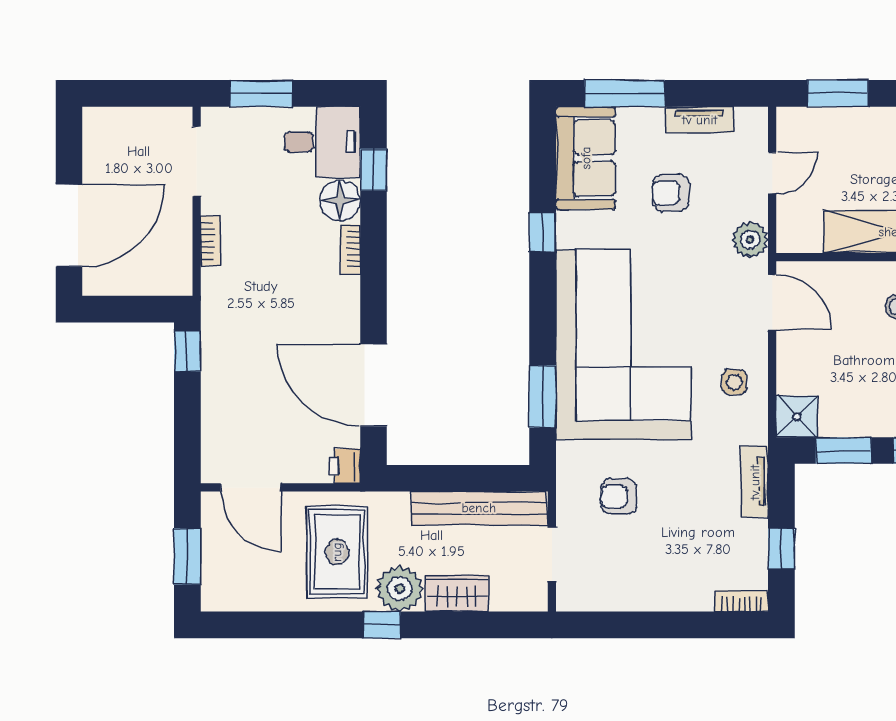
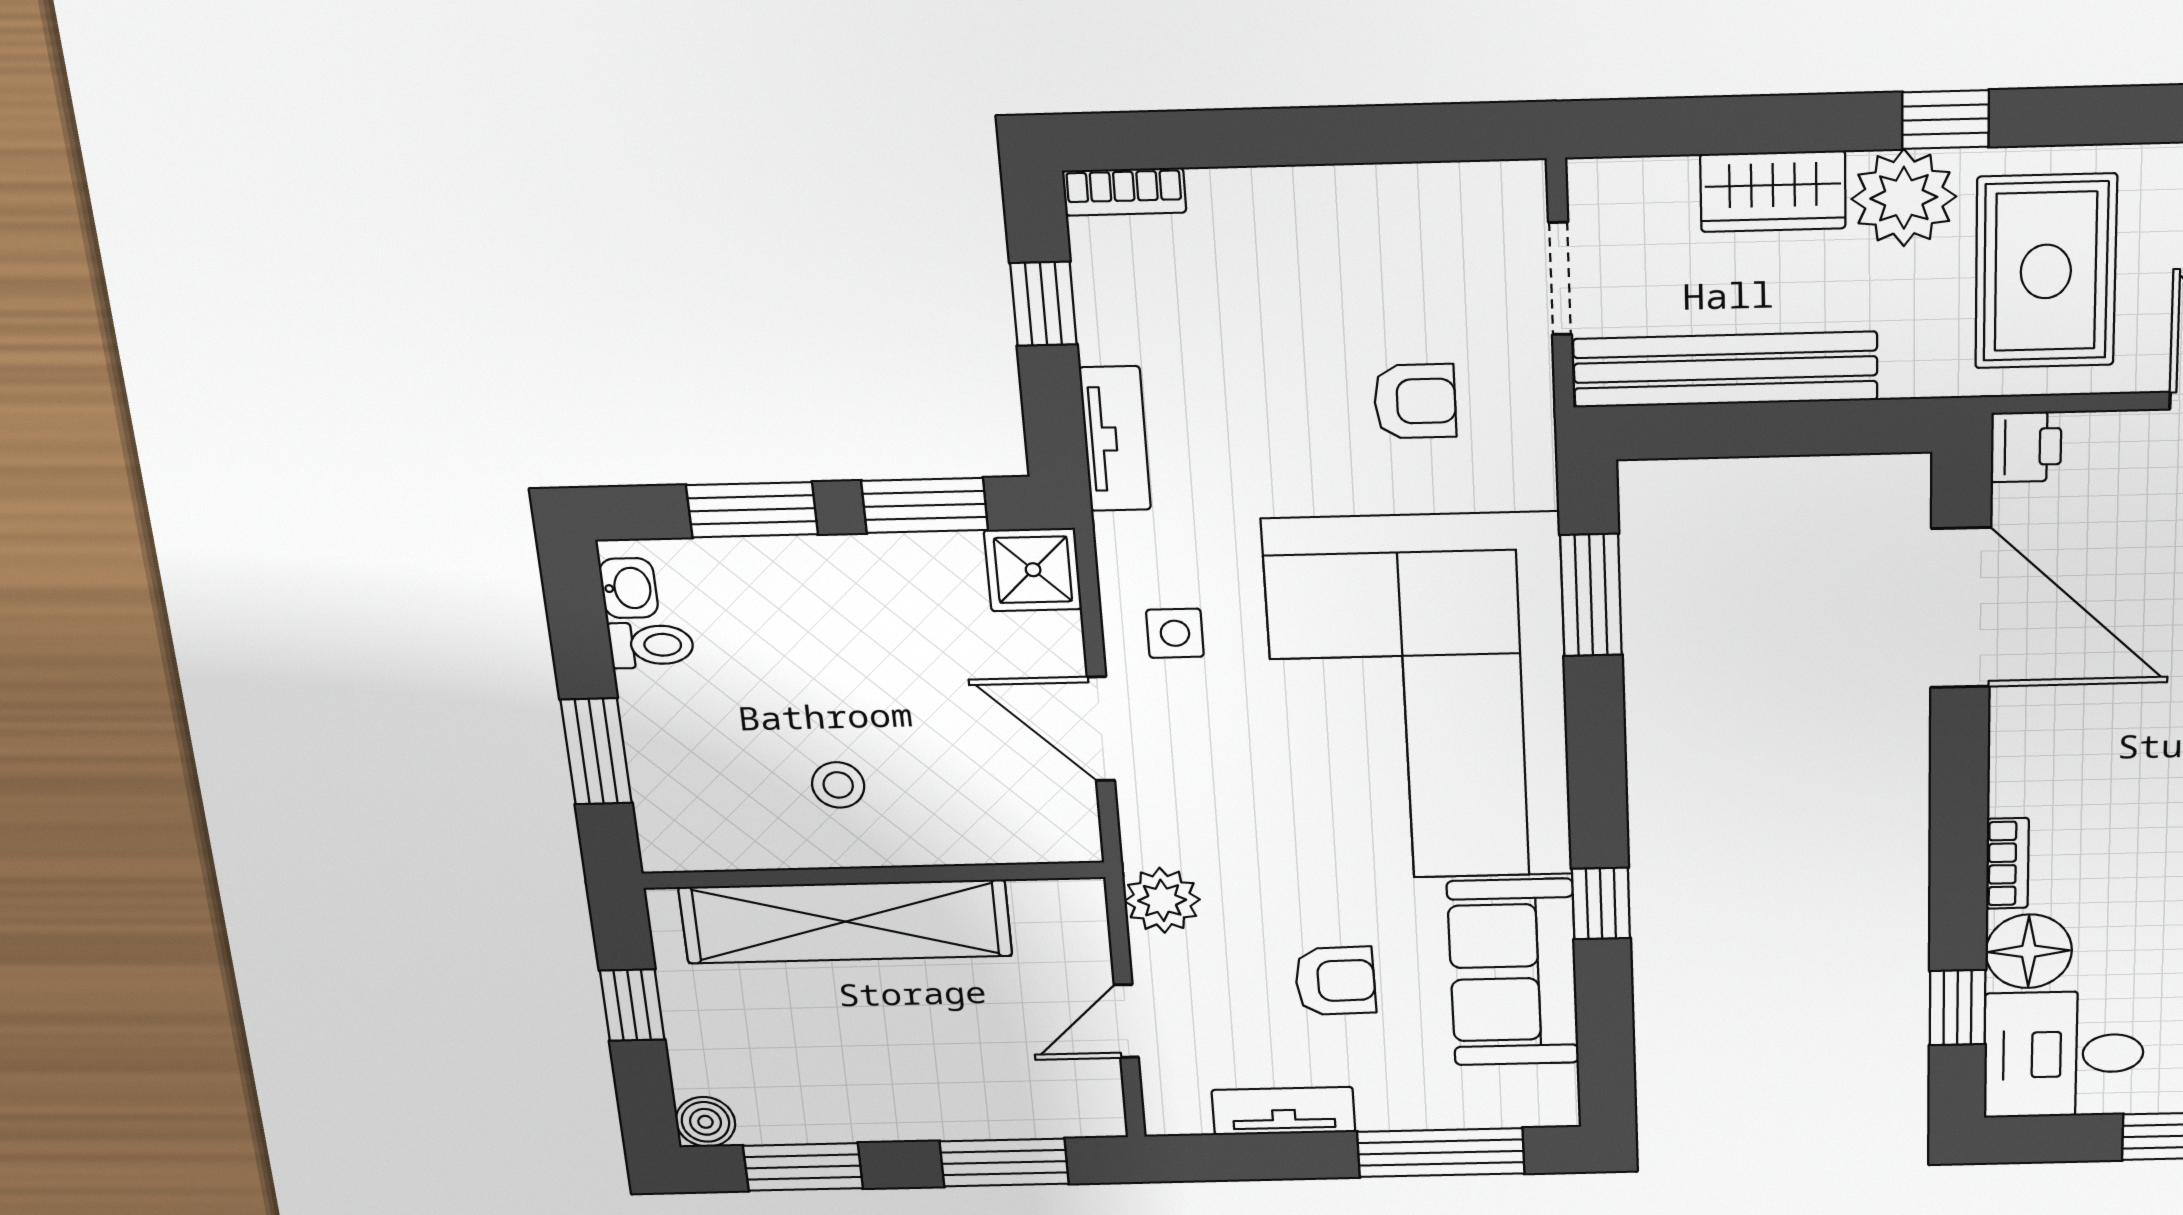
sofa: (586, 158) -> (1513, 973), moved
door: (772, 302) -> (1101, 729), moved

